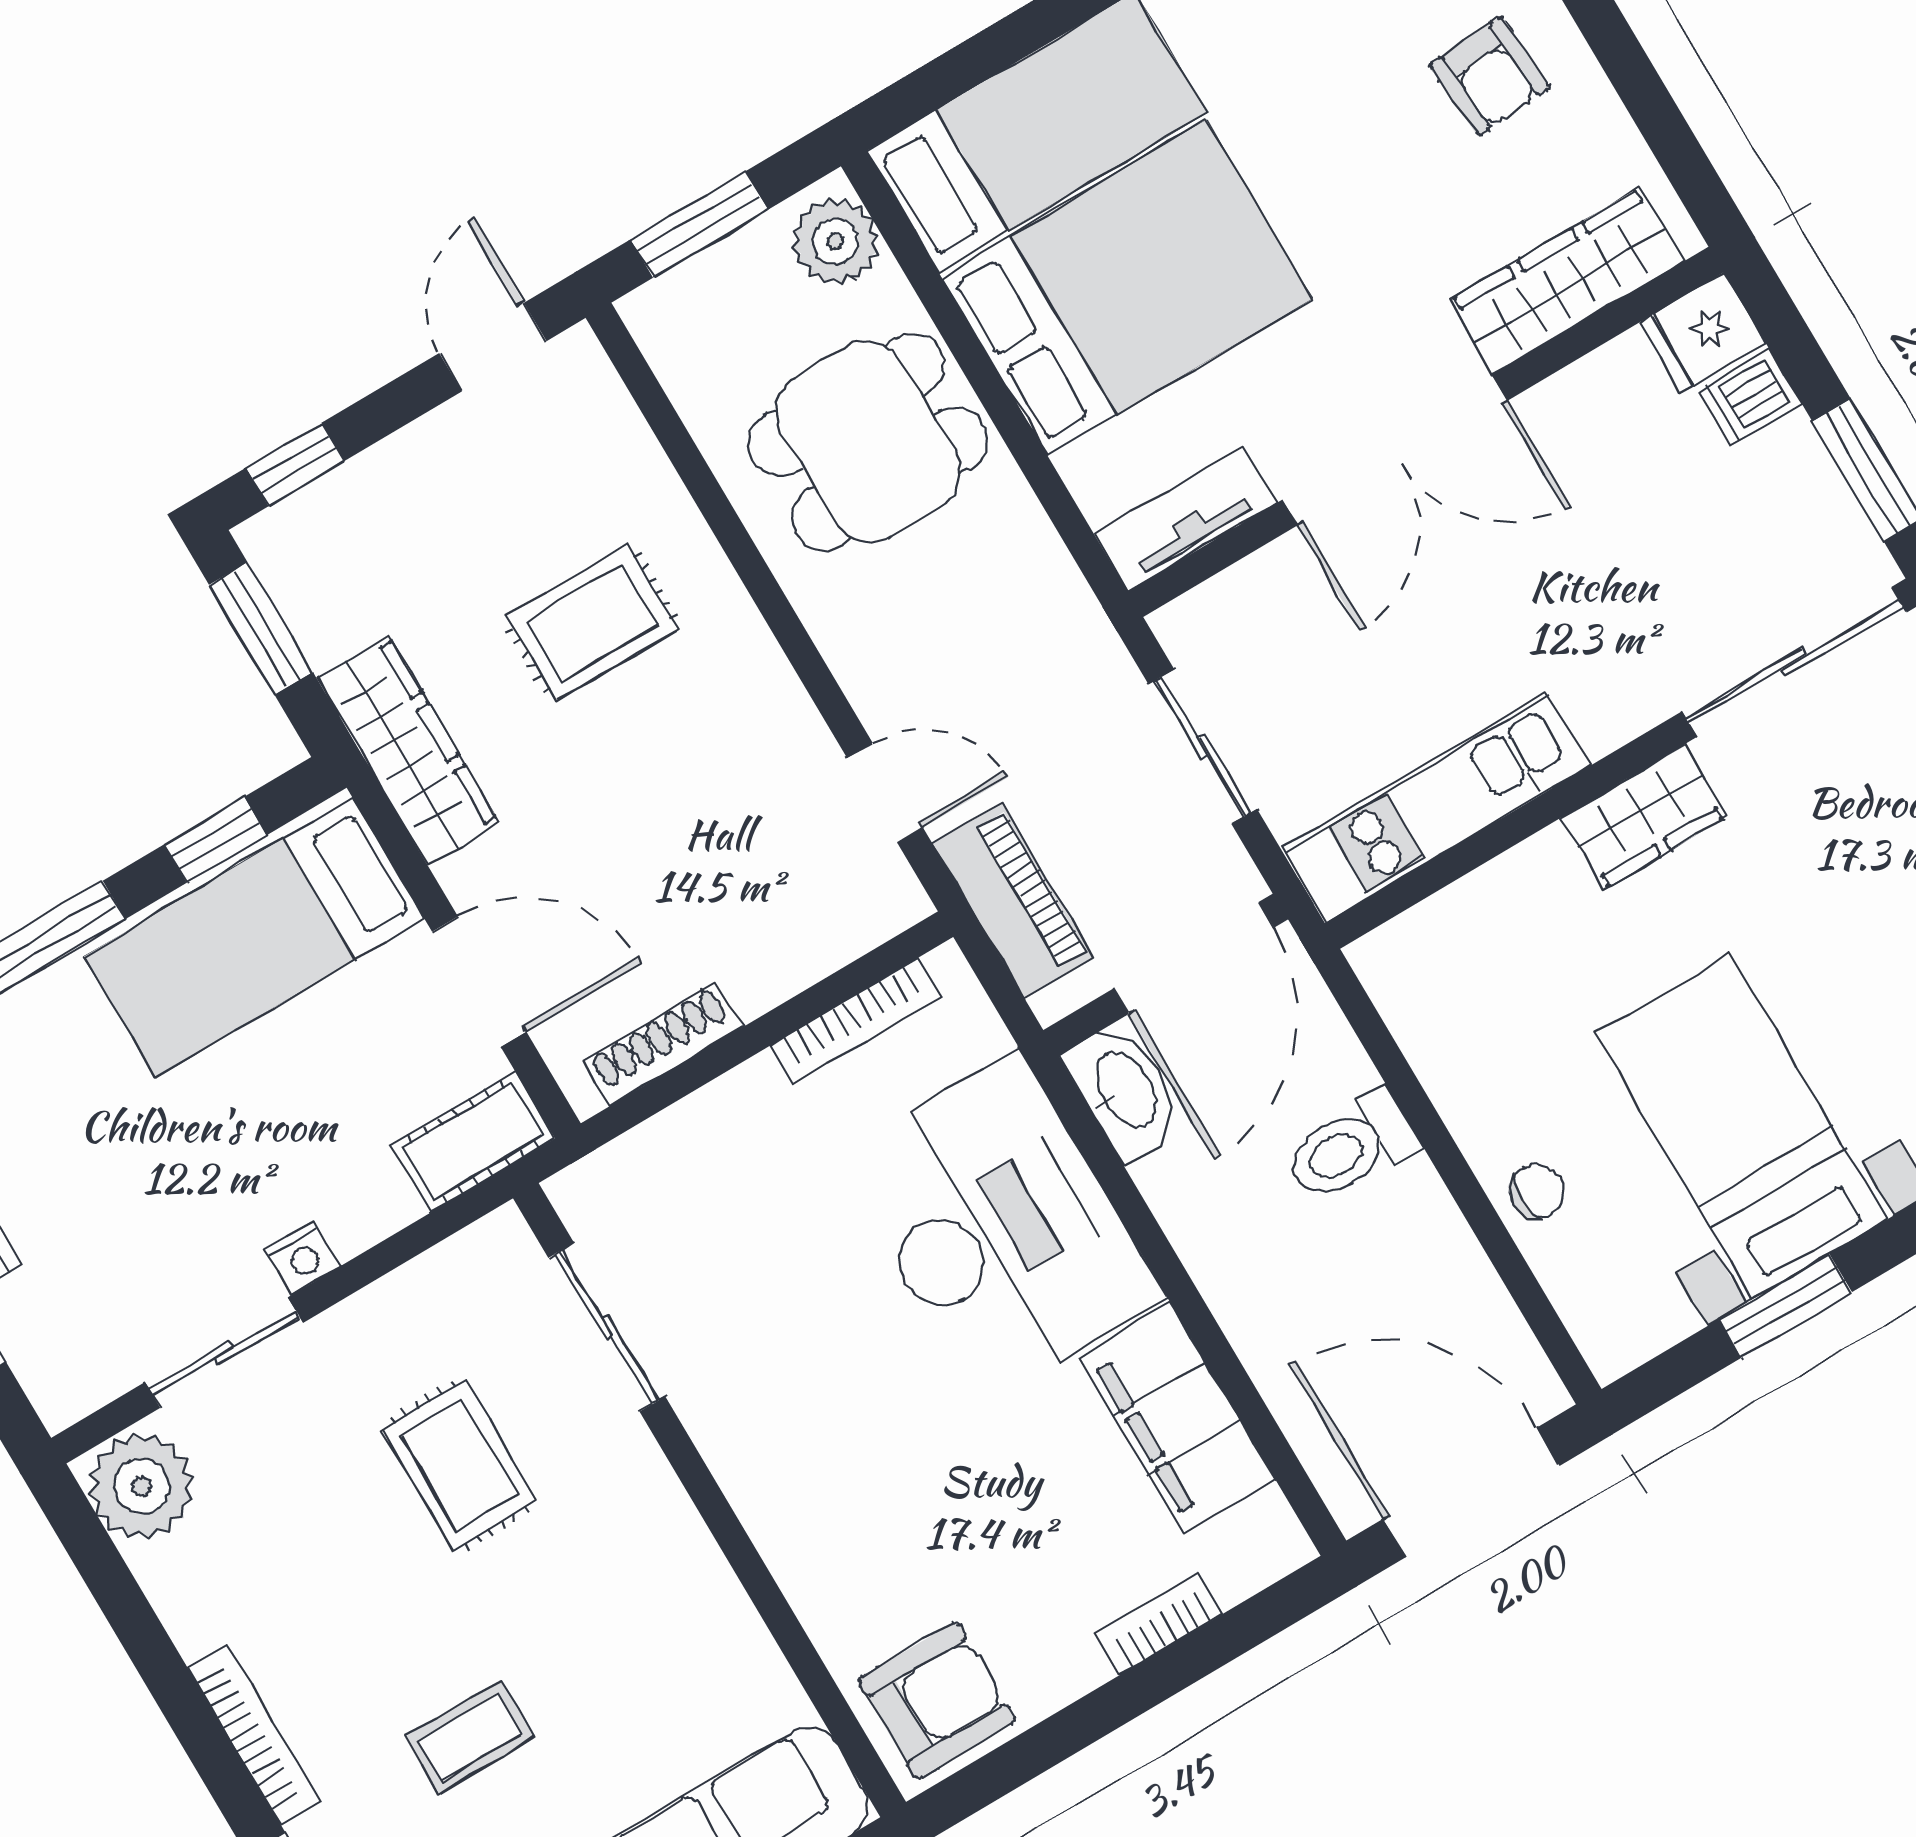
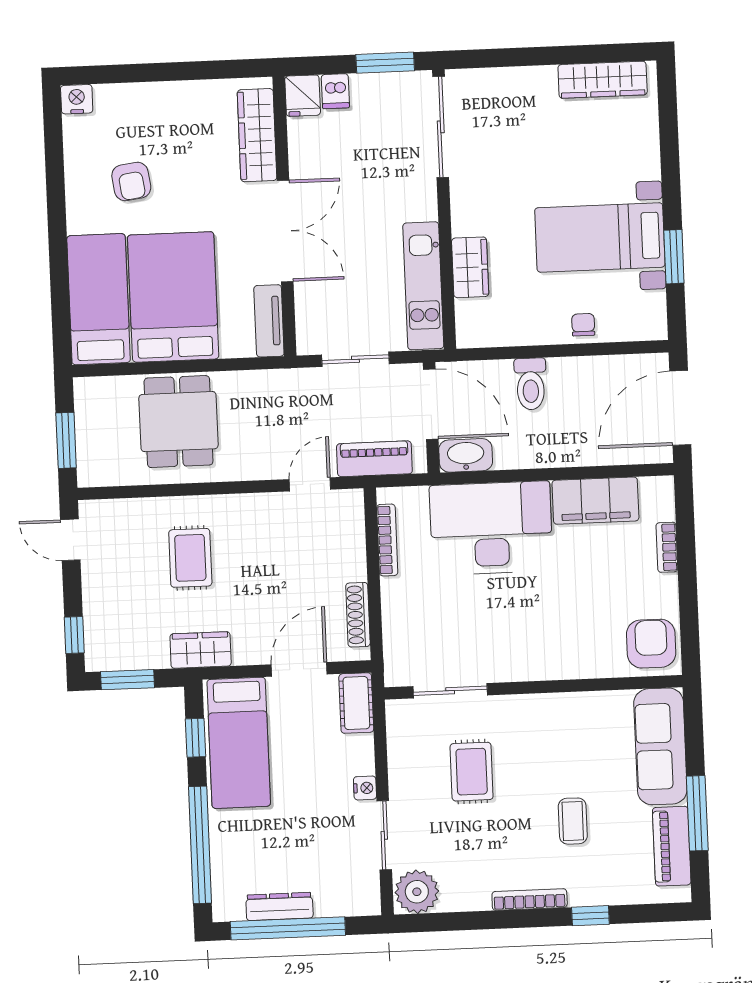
armchair: (1490, 76) -> (131, 182), moved, turned 86
plant: (835, 241) -> (99, 394), removed
wardrobe: (408, 750) -> (201, 650), width x0.67
wardrobe: (1644, 817) -> (470, 267), moved
rug: (459, 1465) -> (472, 772), turned 90

